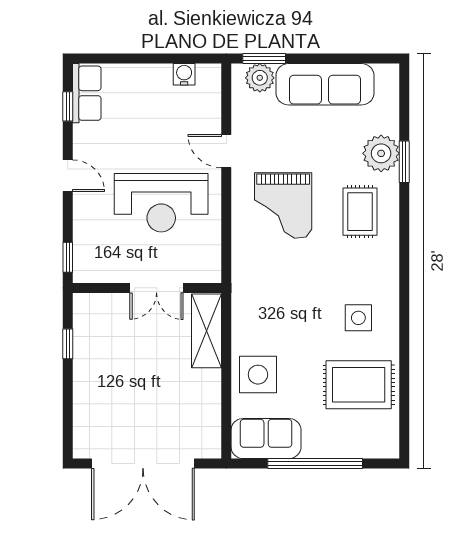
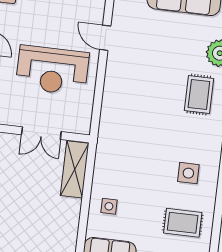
grand piano: (283, 205) -> (143, 83), removed
side table: (258, 375) -> (109, 206), width x0.54, depth x0.54
rug: (359, 385) -> (183, 223), width x0.73, depth x0.70

